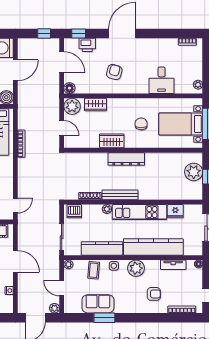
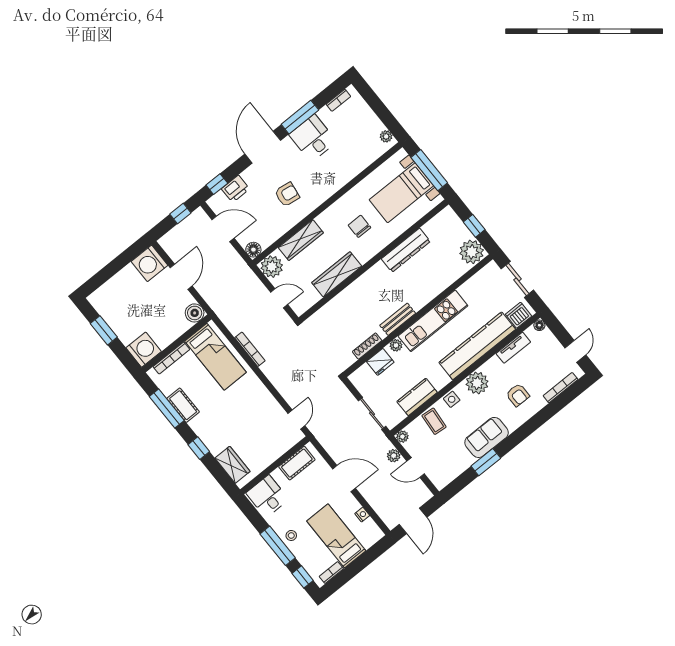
window: (158, 34) -> (300, 117), added
armchair: (114, 72) -> (287, 194), turned 83
desk: (162, 80) -> (313, 138), moved, turned 180
wardrobe: (96, 105) -> (301, 240), width x1.50
wardrobe: (112, 141) -> (337, 274), width x1.50
dresser: (126, 159) -> (406, 250), moved
plant: (194, 172) -> (472, 252), moved
bench: (120, 195) -> (398, 319), width x0.73
dishwasher: (74, 211) -> (519, 315), moved, turned 180
fridge: (175, 211) -> (380, 362), moved
kitchen counter: (102, 248) -> (417, 397), width x0.67
armchair: (154, 294) -> (518, 395), turned 90
sofa: (98, 304) -> (487, 437), moved
plant: (54, 308) -> (394, 456), moved

